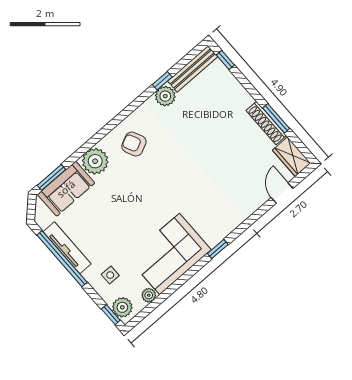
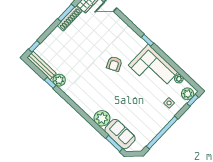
armchair: (134, 144) -> (114, 64), moved
tv unit: (67, 248) -> (155, 130), removed

